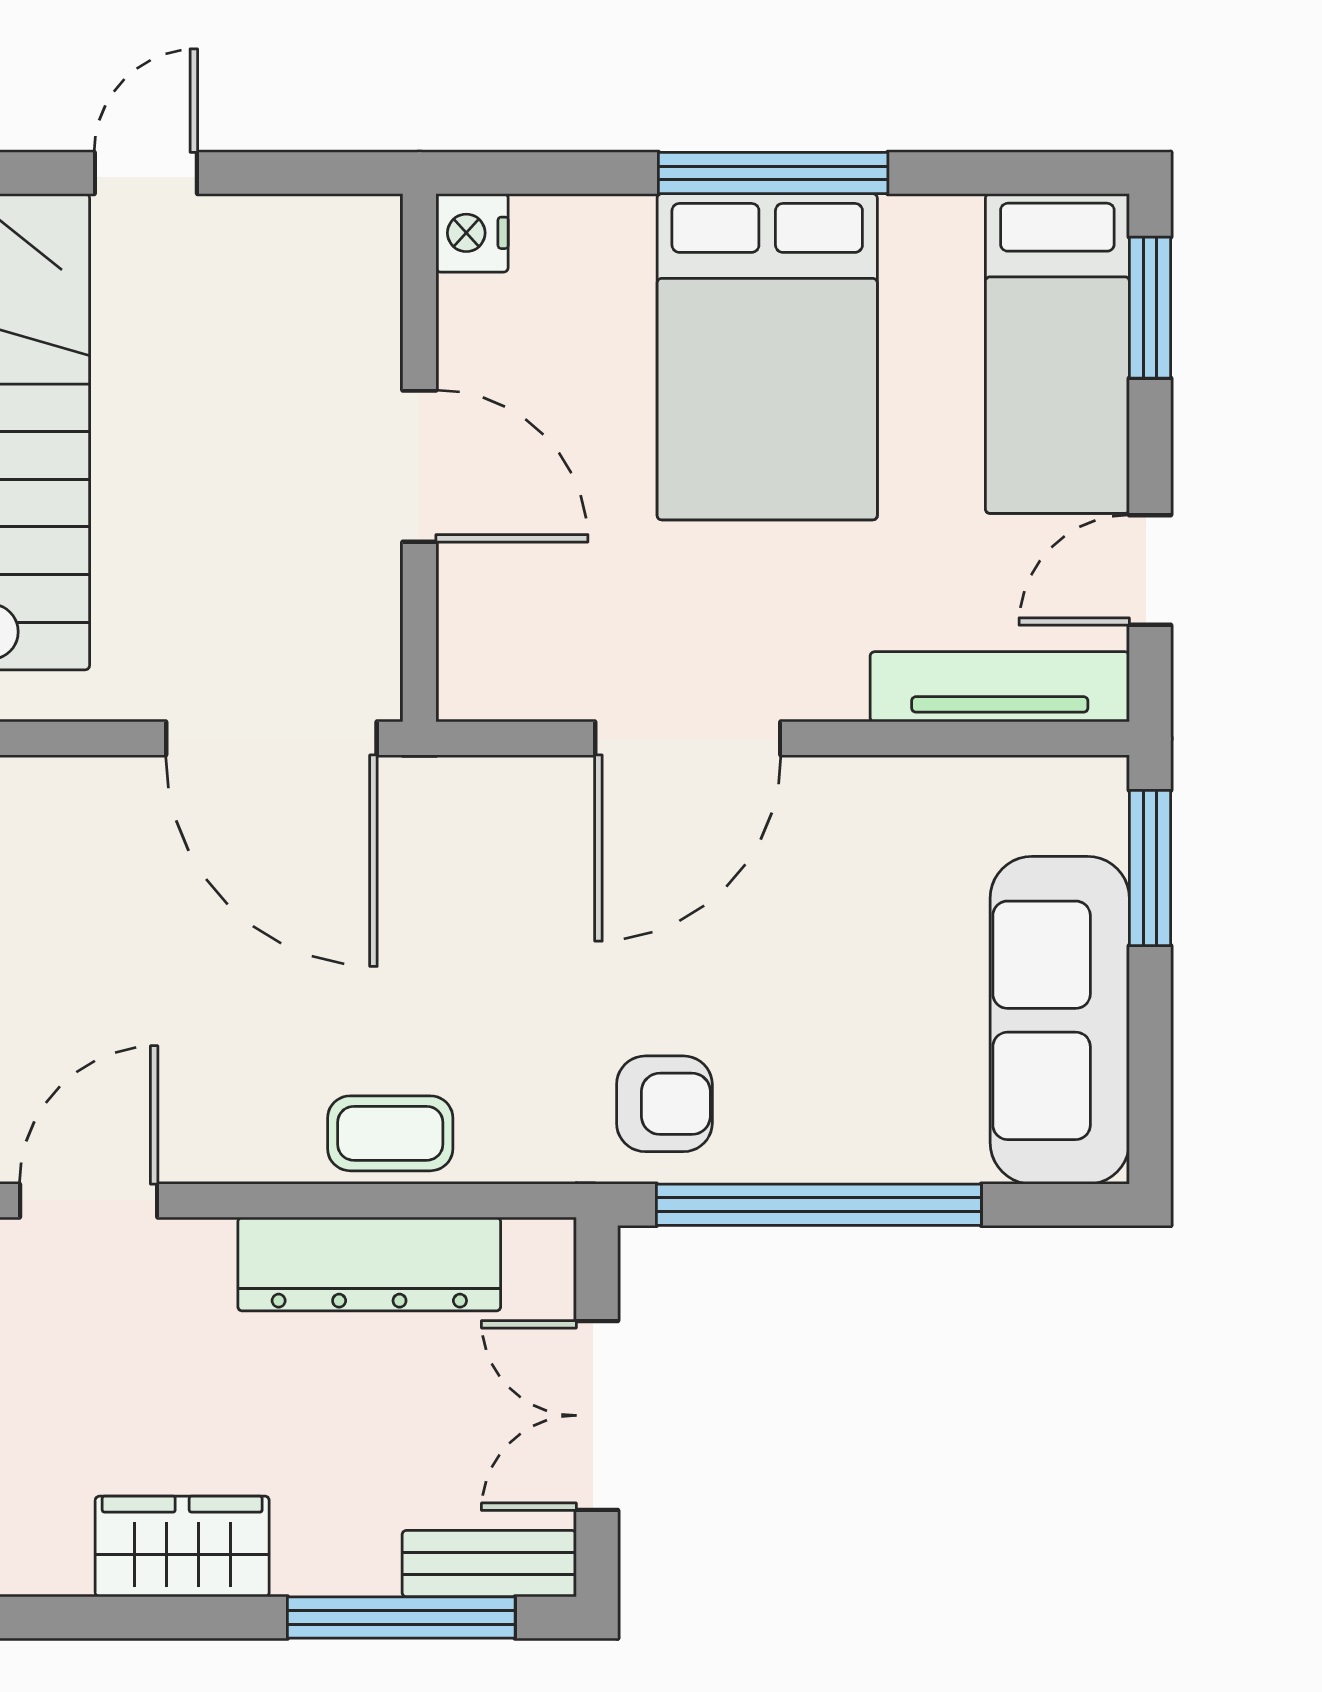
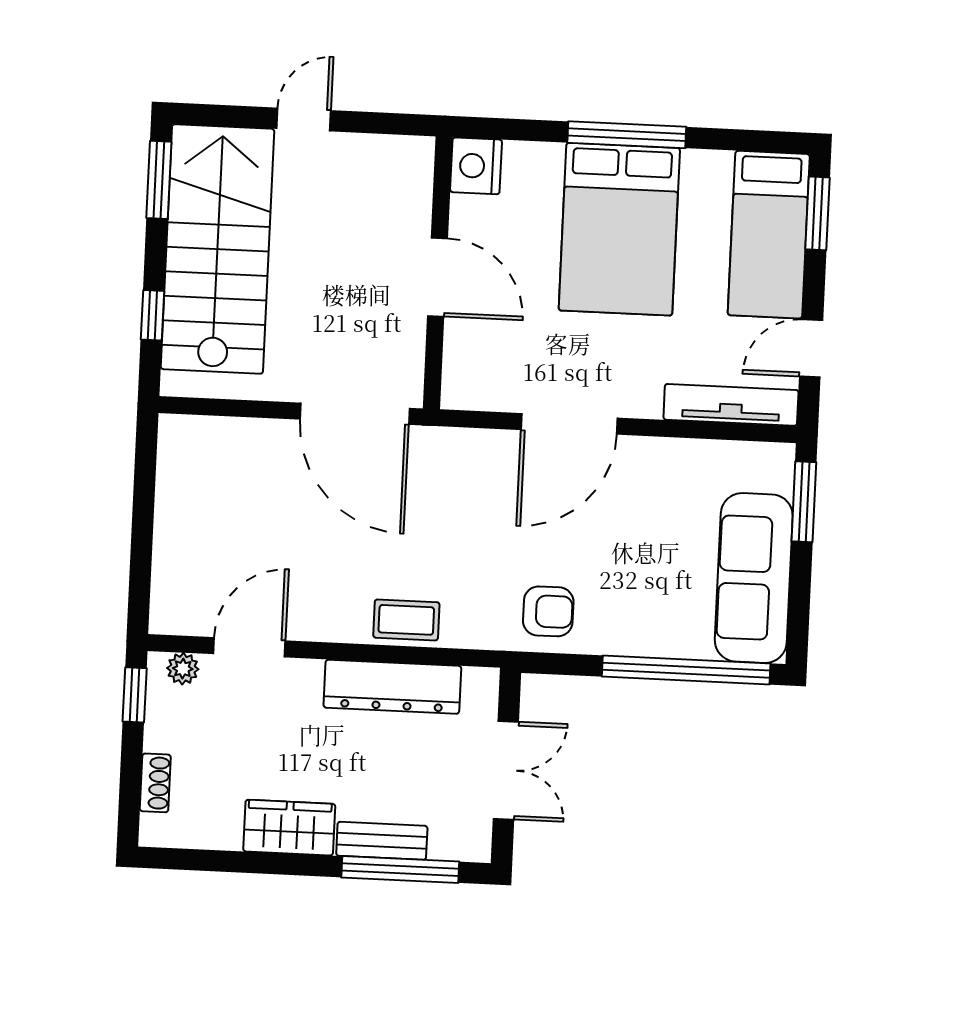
nightstand: (472, 233) -> (476, 166), width x1.36, depth x1.33
window: (819, 1205) -> (686, 670), moved
double door: (597, 1415) -> (506, 770), swing flipped
bench: (489, 1564) -> (382, 841), moved

